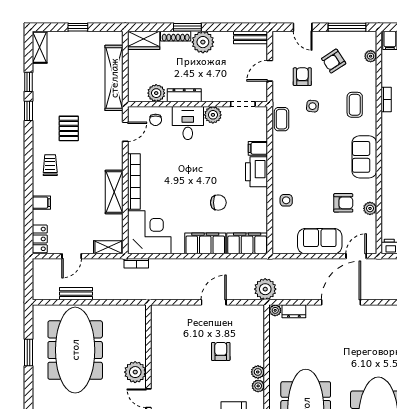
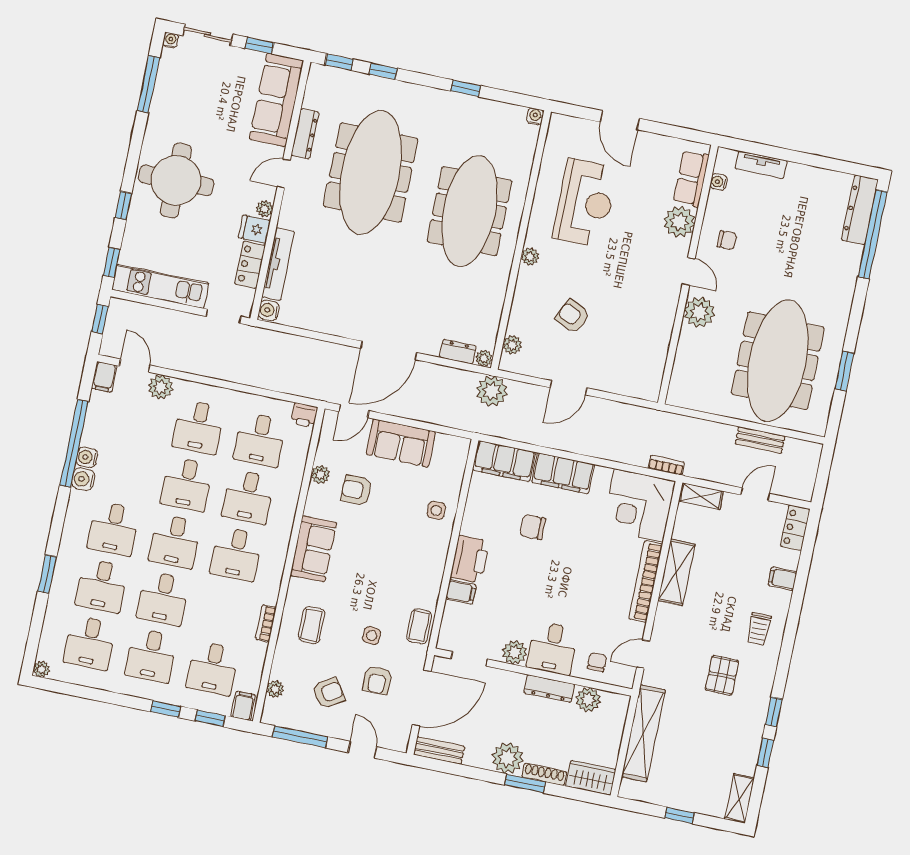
door: (270, 71) -> (422, 698), width x1.87
armchair: (221, 351) -> (573, 316), turned 115
plant: (258, 372) -> (512, 345), moved

